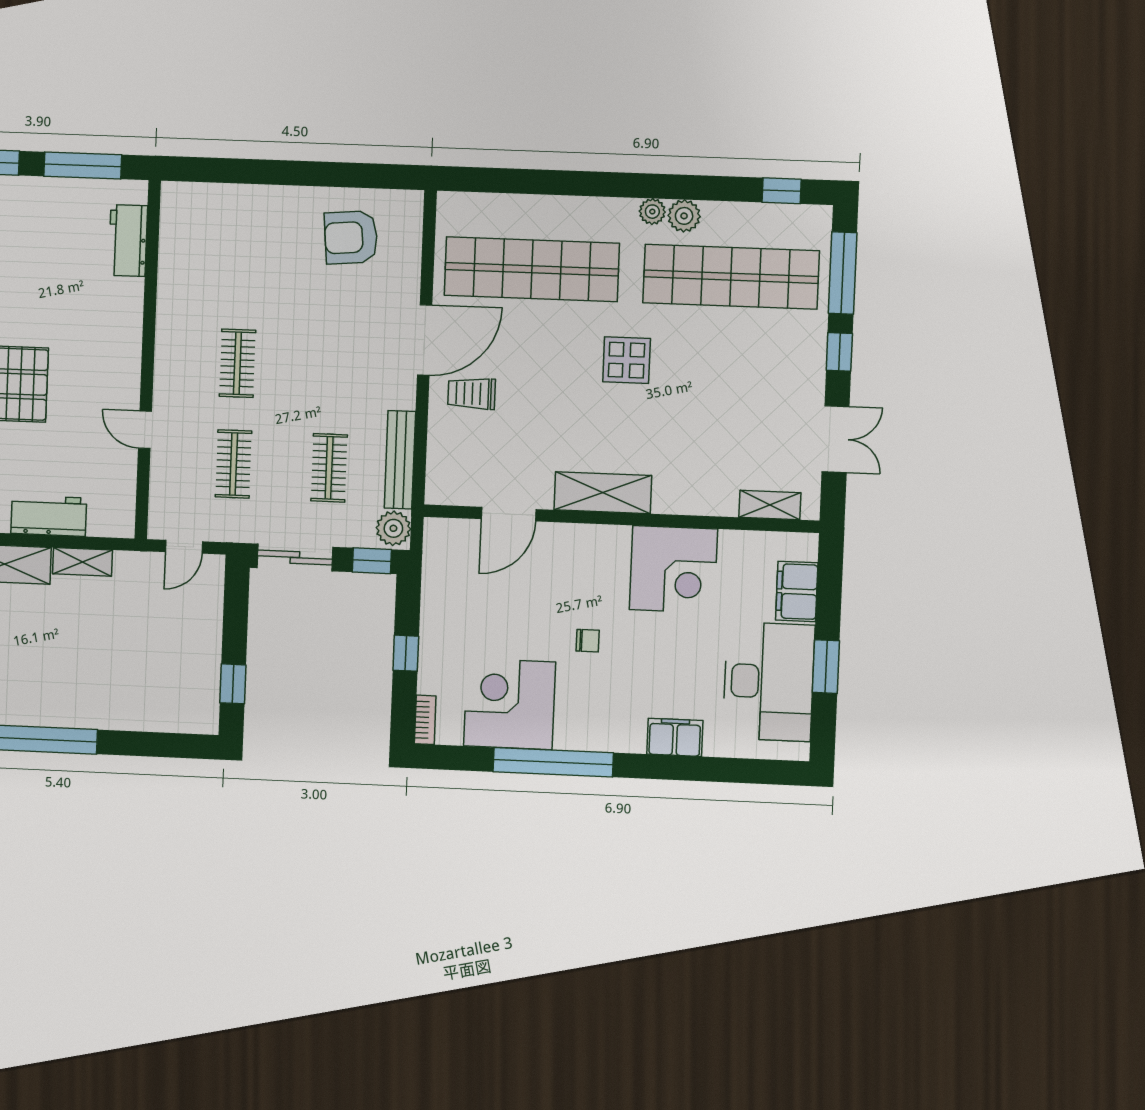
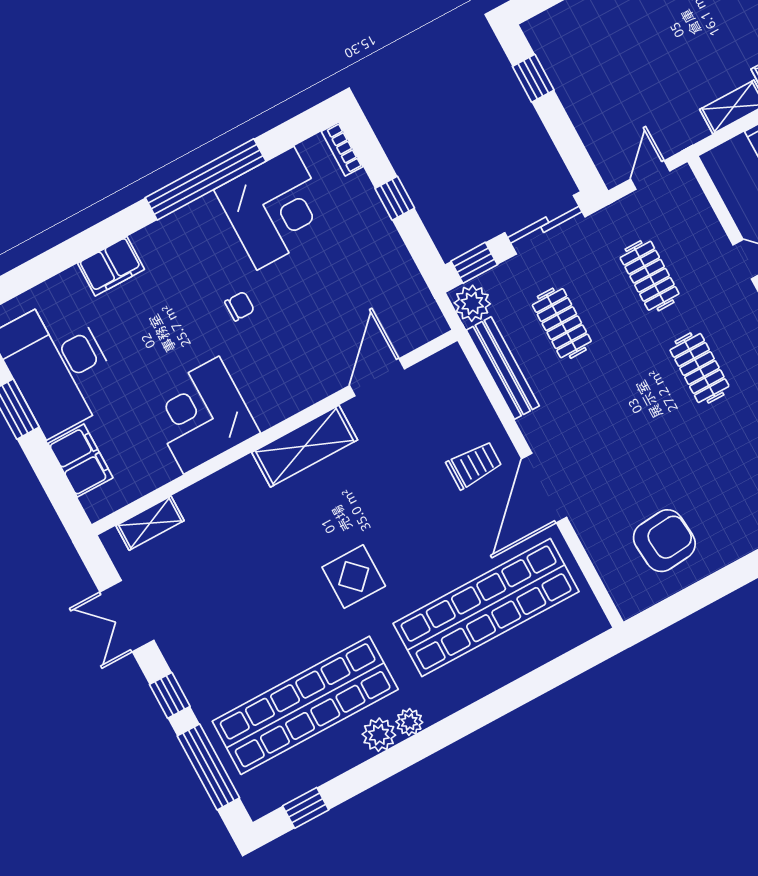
chair: (588, 641) -> (240, 306), turned 180

